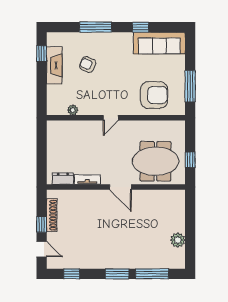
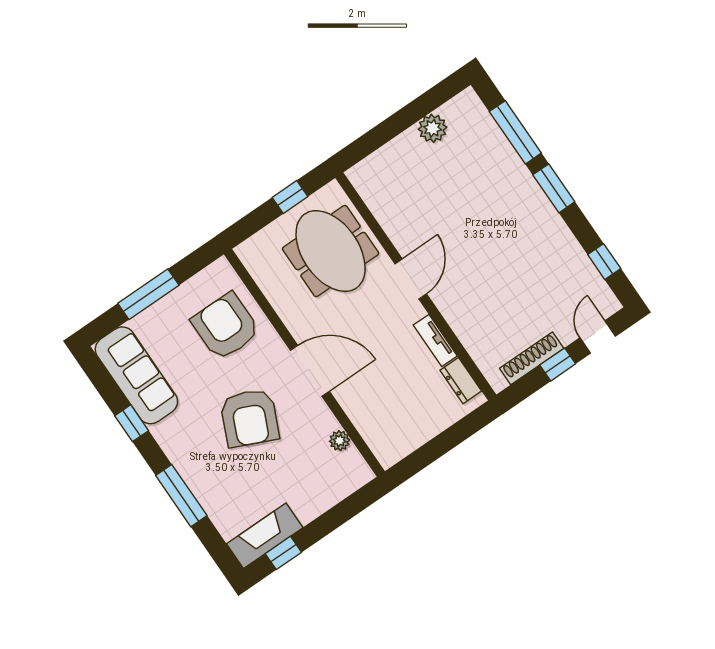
fireplace: (54, 65) -> (265, 536), moved
armchair: (88, 65) -> (250, 418), moved, width x1.88, depth x1.88
window: (190, 86) -> (148, 294), moved
door: (111, 118) -> (310, 371), width x1.87

